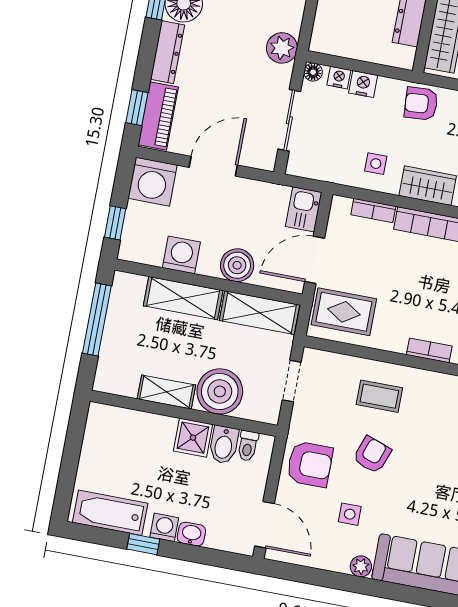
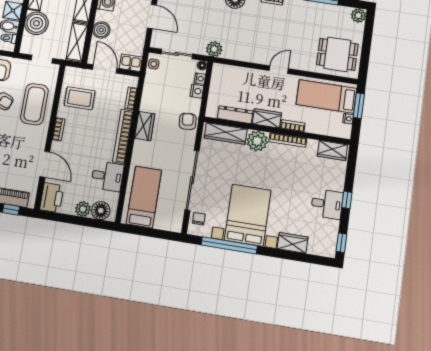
side table: (376, 164) -> (154, 64), moved
rug: (344, 312) -> (80, 98), moved, turned 90
coffee table: (379, 396) -> (34, 104), width x1.86, depth x1.72

